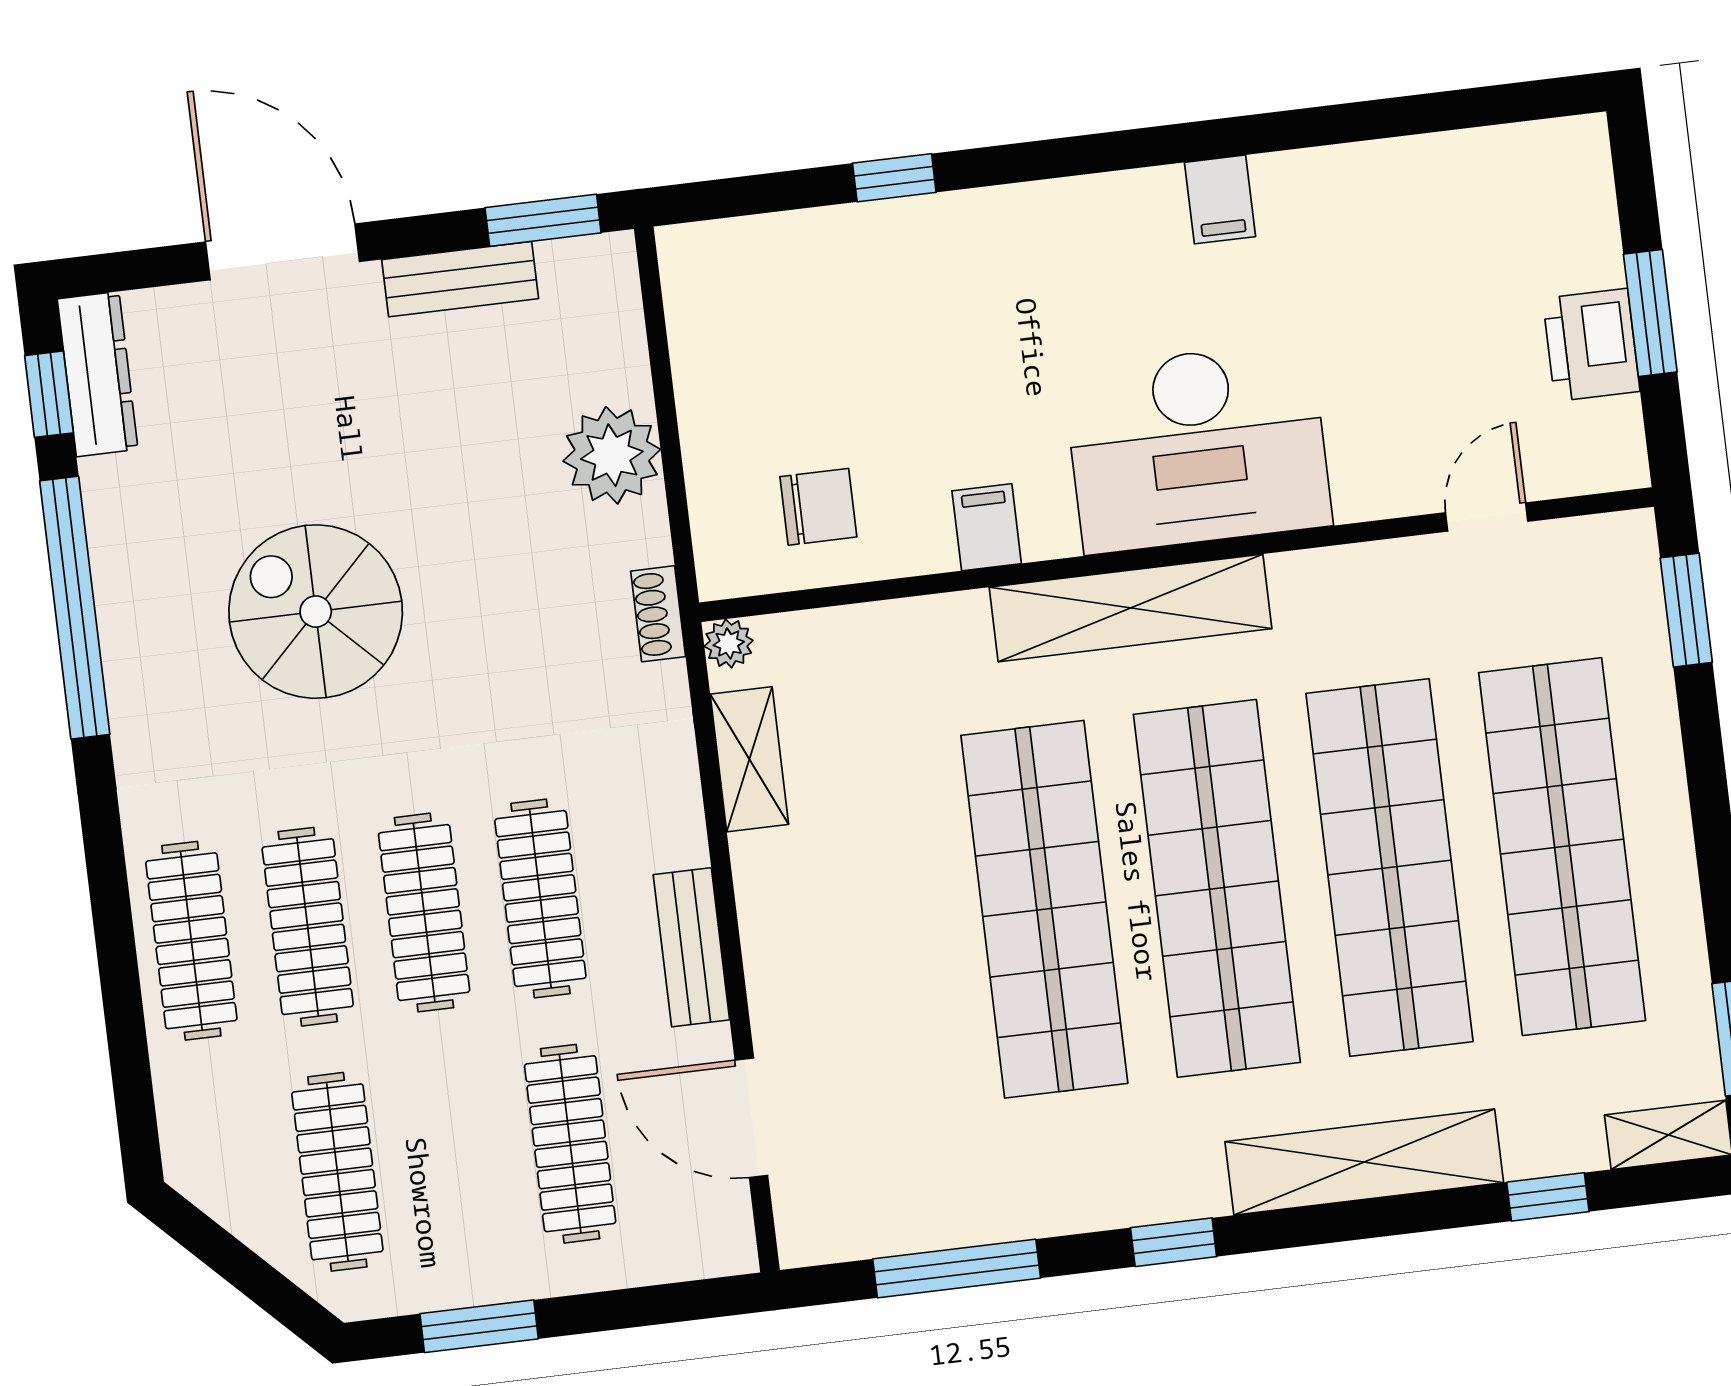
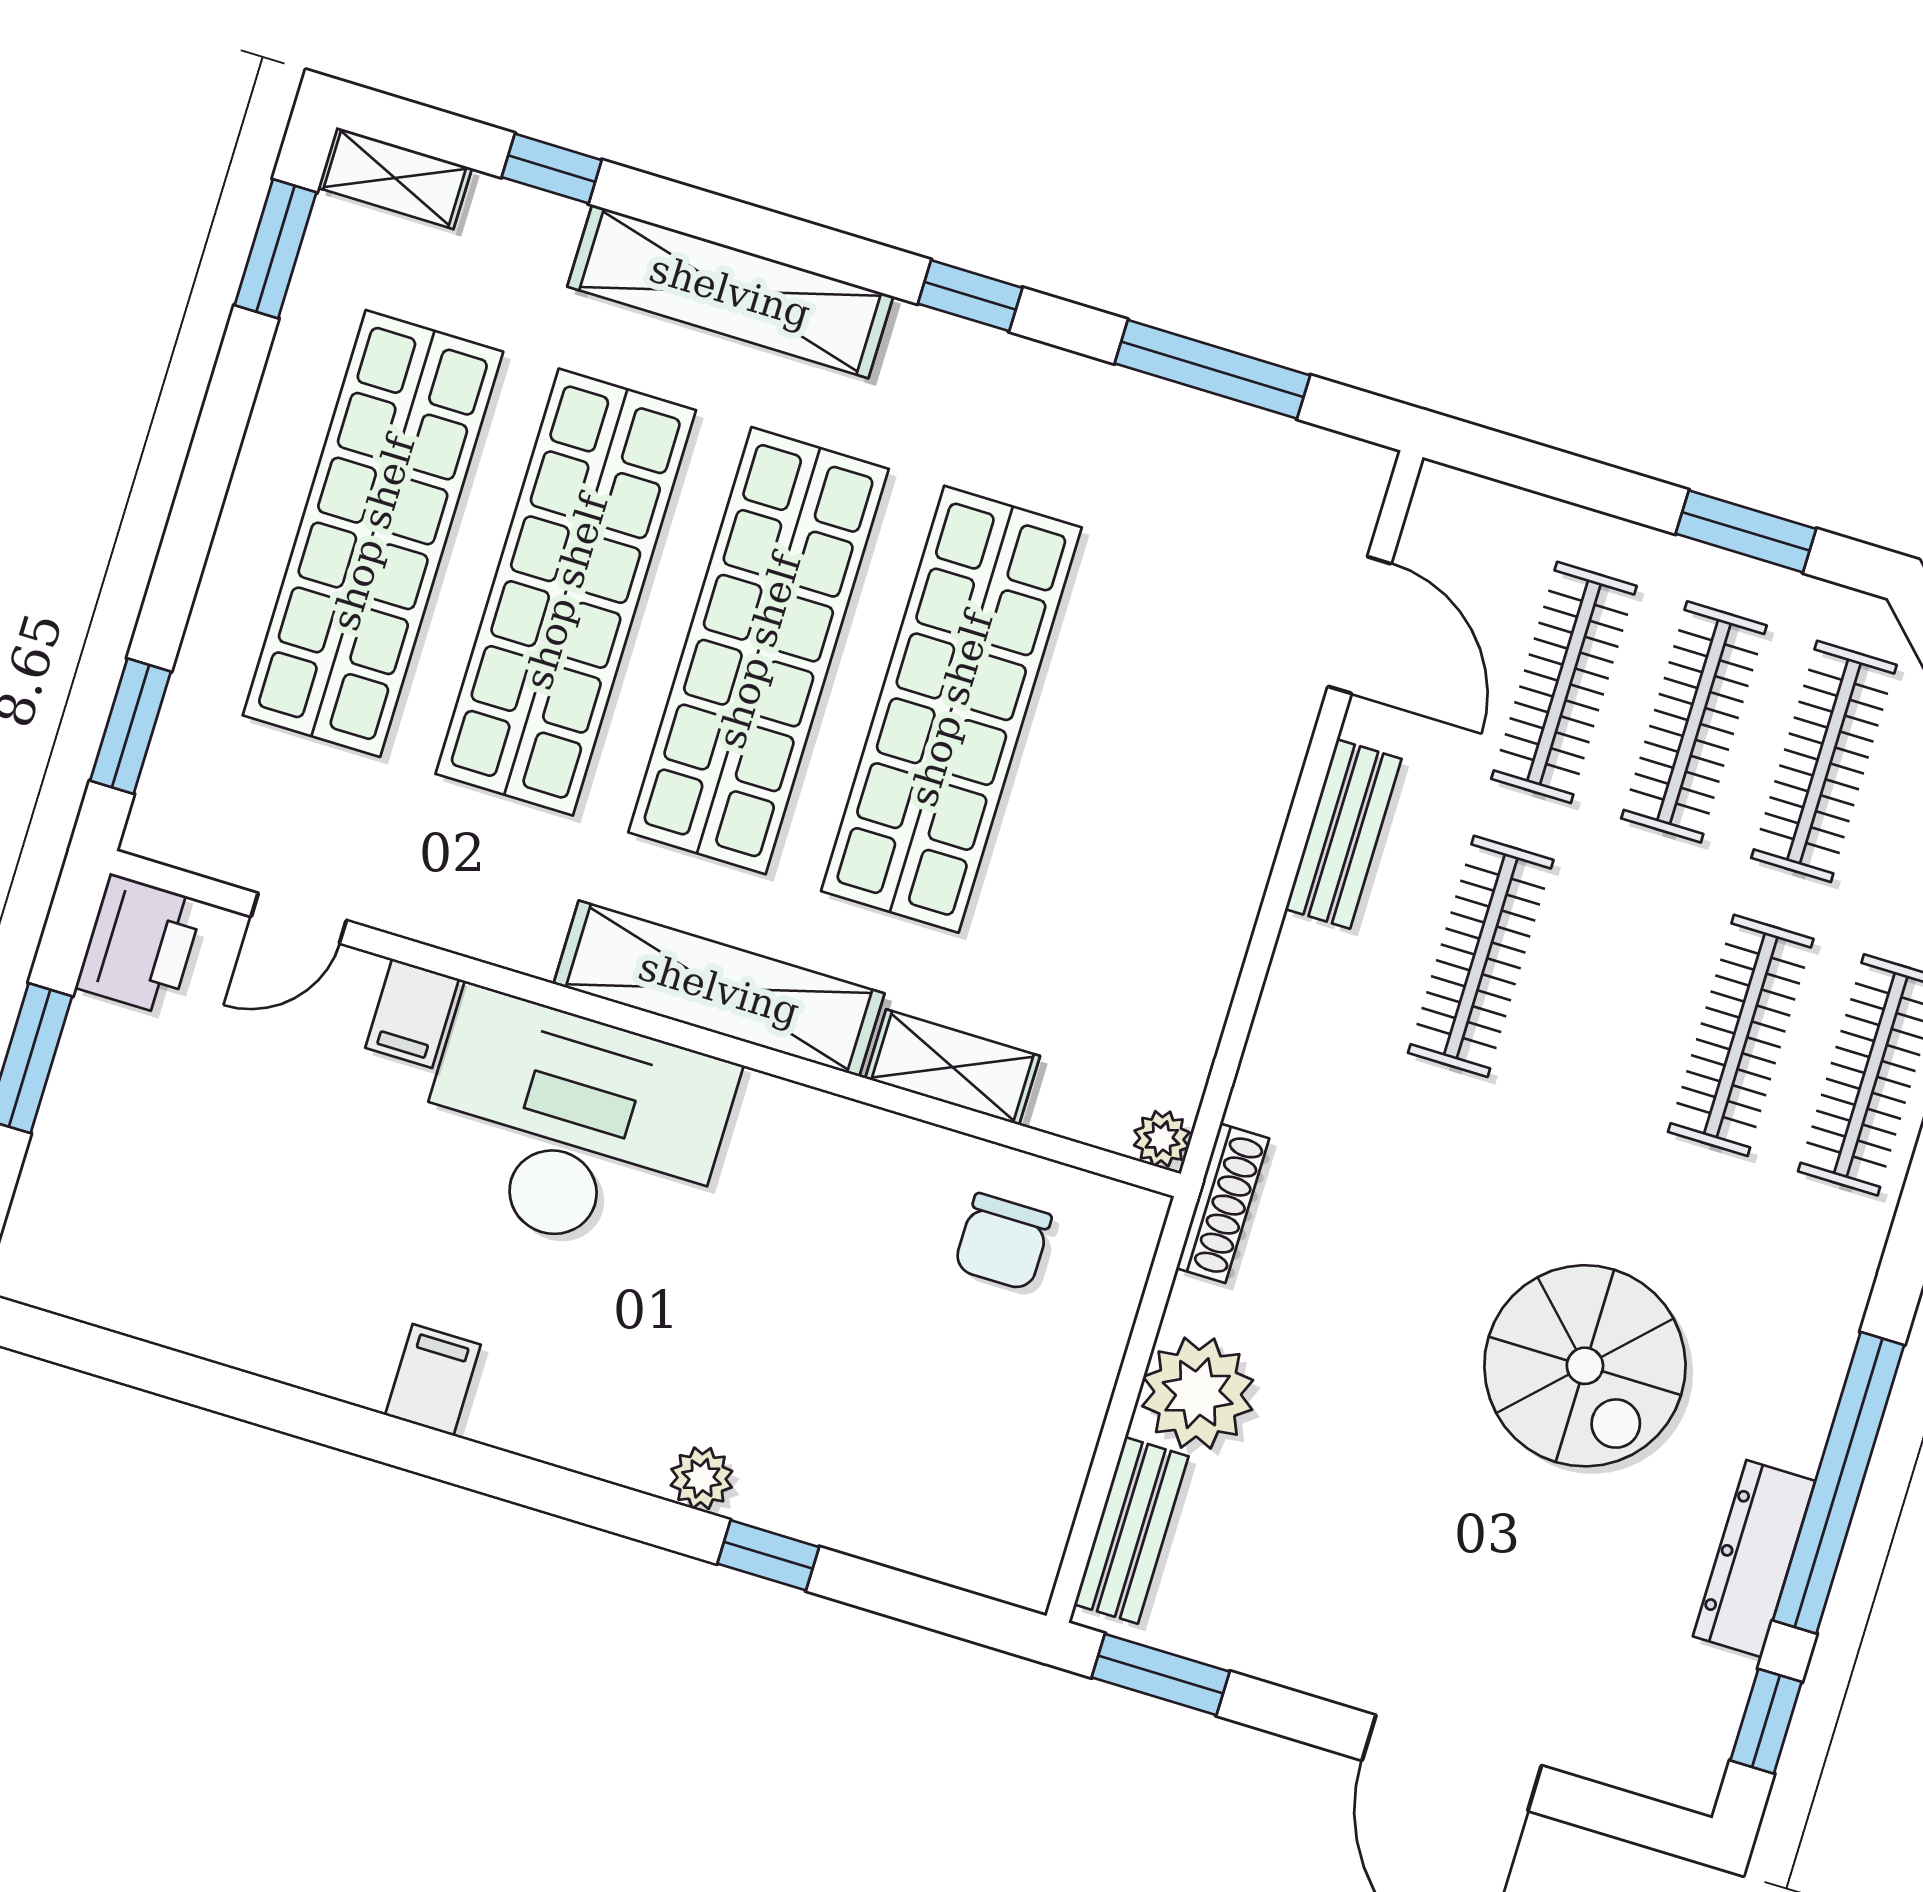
plant: (974, 215) -> (702, 1478), added
bench: (460, 279) -> (1131, 1530), moved, turned 90
printer: (1591, 345) -> (140, 945), moved
dresser: (98, 374) -> (1754, 1559), moved
chair: (818, 507) -> (1003, 1242), turned -90
filing cabinet: (987, 527) -> (412, 1013), moved
shoe rack: (658, 614) -> (1223, 1203), width x1.43
shelving: (749, 759) -> (953, 1067), moved, turned 90
clothes rail: (424, 913) -> (1694, 722), moved

